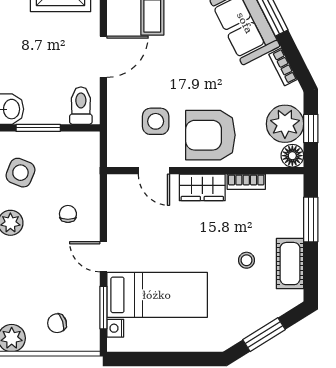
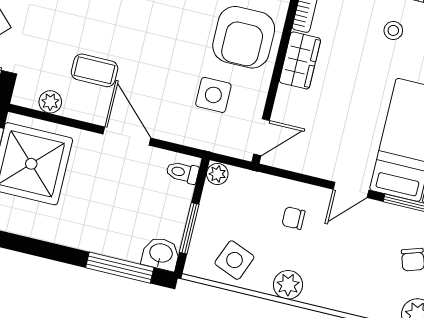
toilet: (81, 106) -> (182, 172), width x0.73, depth x0.72
plant: (90, 141) -> (217, 174), added
door: (154, 171) -> (262, 137), moved

